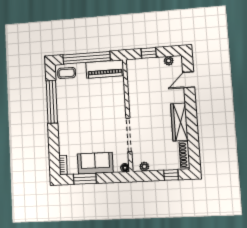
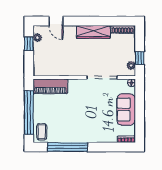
window: (149, 53) -> (29, 44), moved
piano: (105, 69) -> (50, 86), moved, turned 90
window: (171, 175) -> (140, 58), moved
window: (85, 179) -> (140, 120), removed

